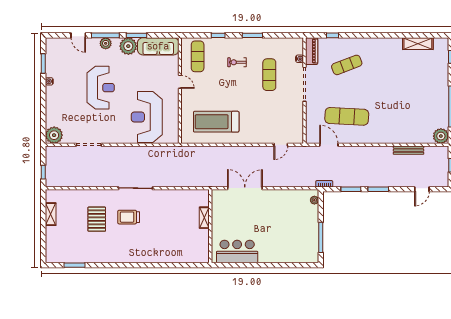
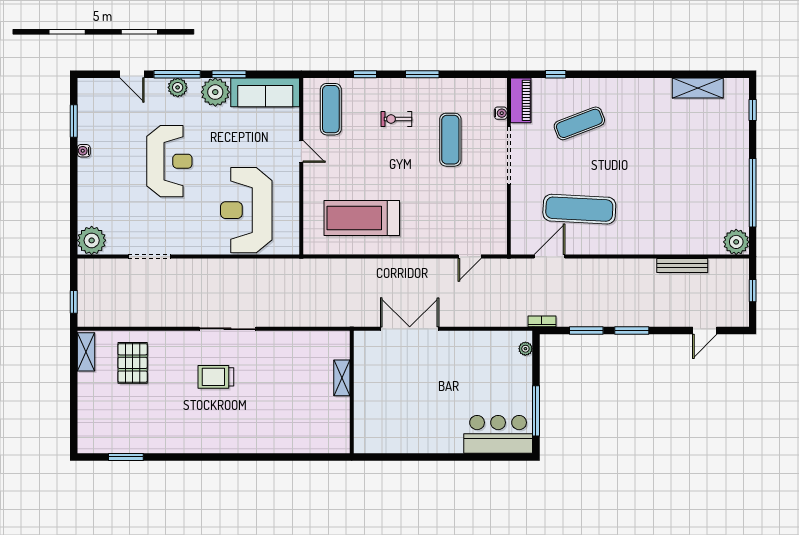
door: (329, 145) -> (550, 257), hinge flipped
shelving: (51, 214) -> (86, 352), moved
pallet: (97, 219) -> (133, 363), moved
bar counter: (237, 252) -> (498, 434), moved

